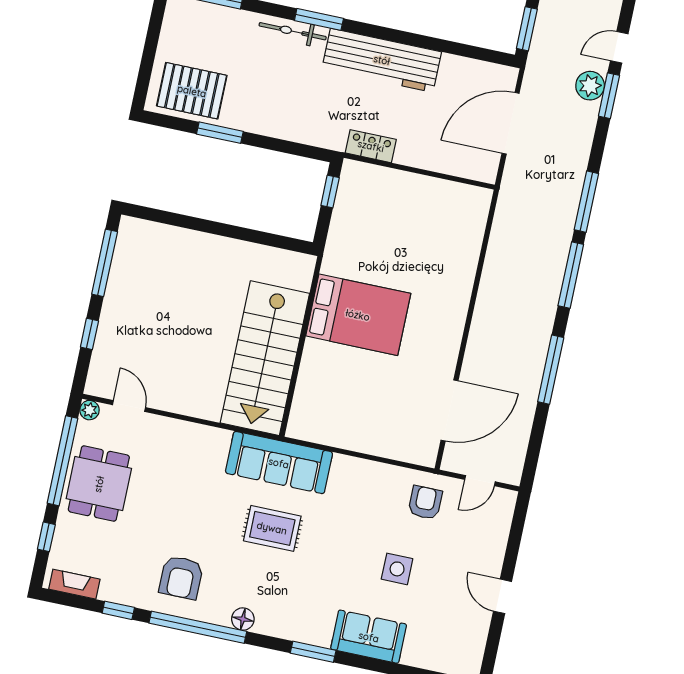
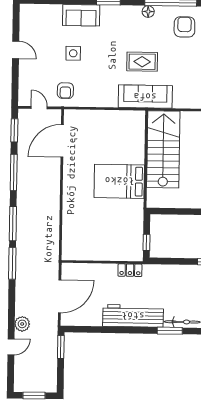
window: (609, 96) -> (14, 130), moved
door: (480, 481) -> (39, 108), hinge flipped

